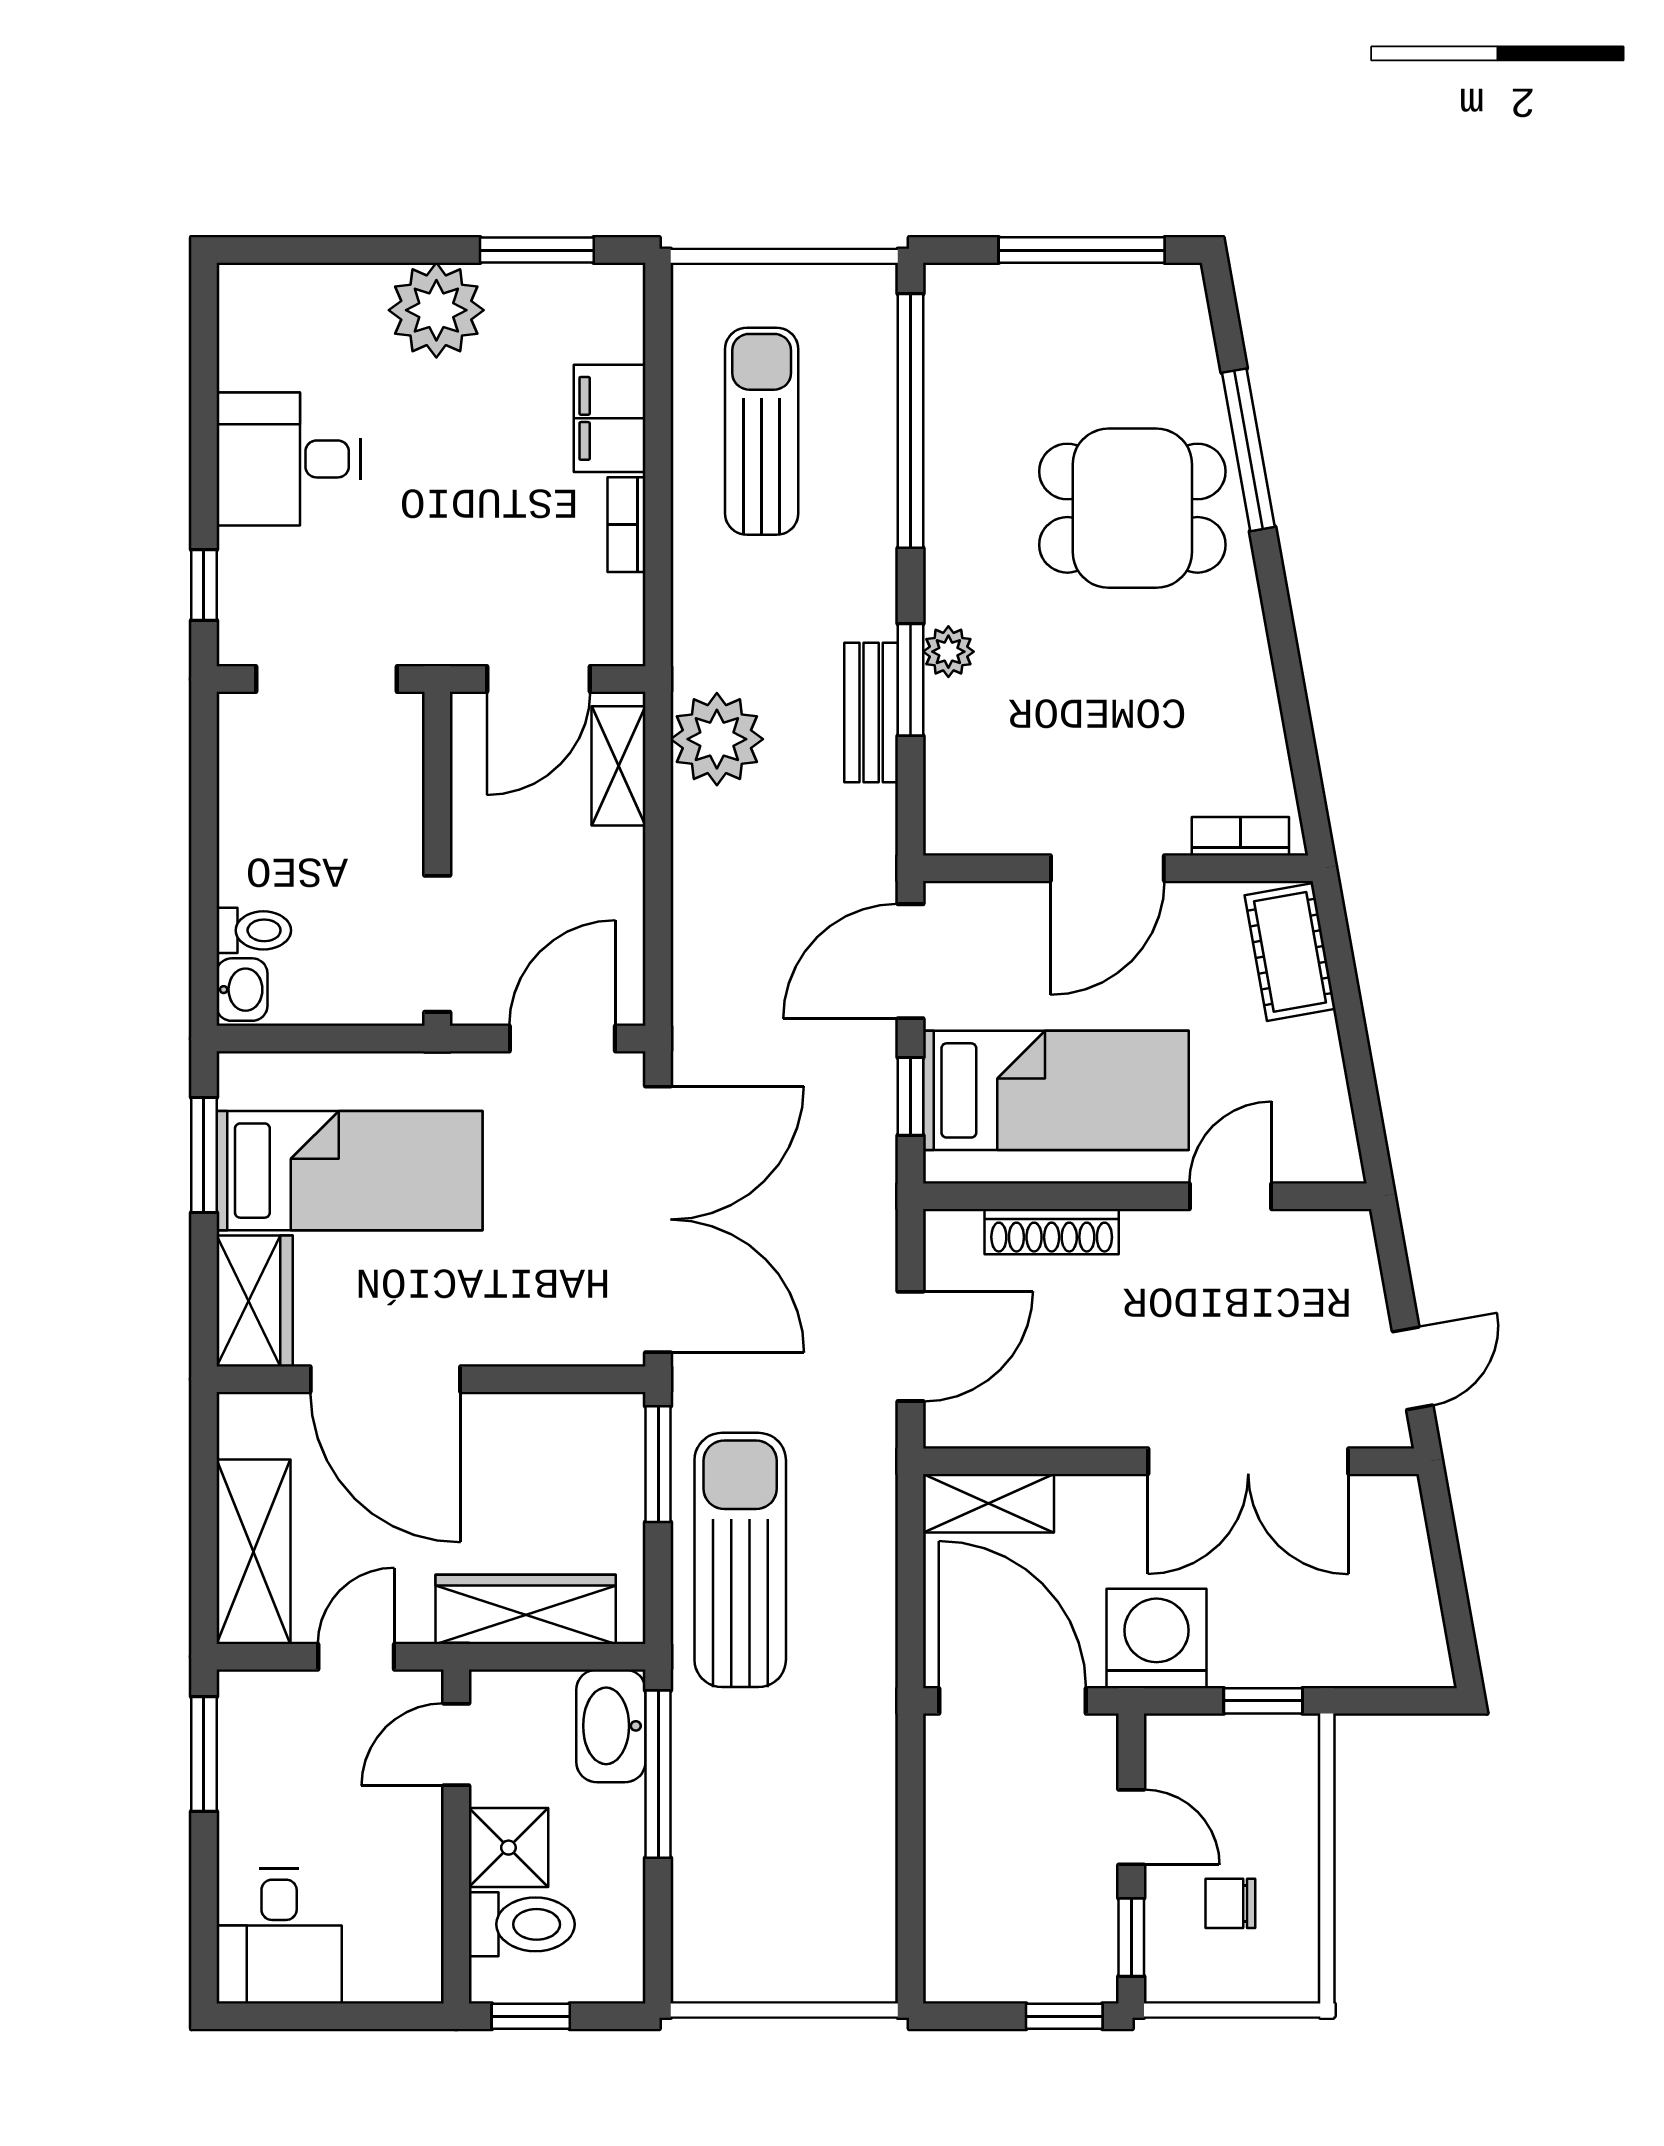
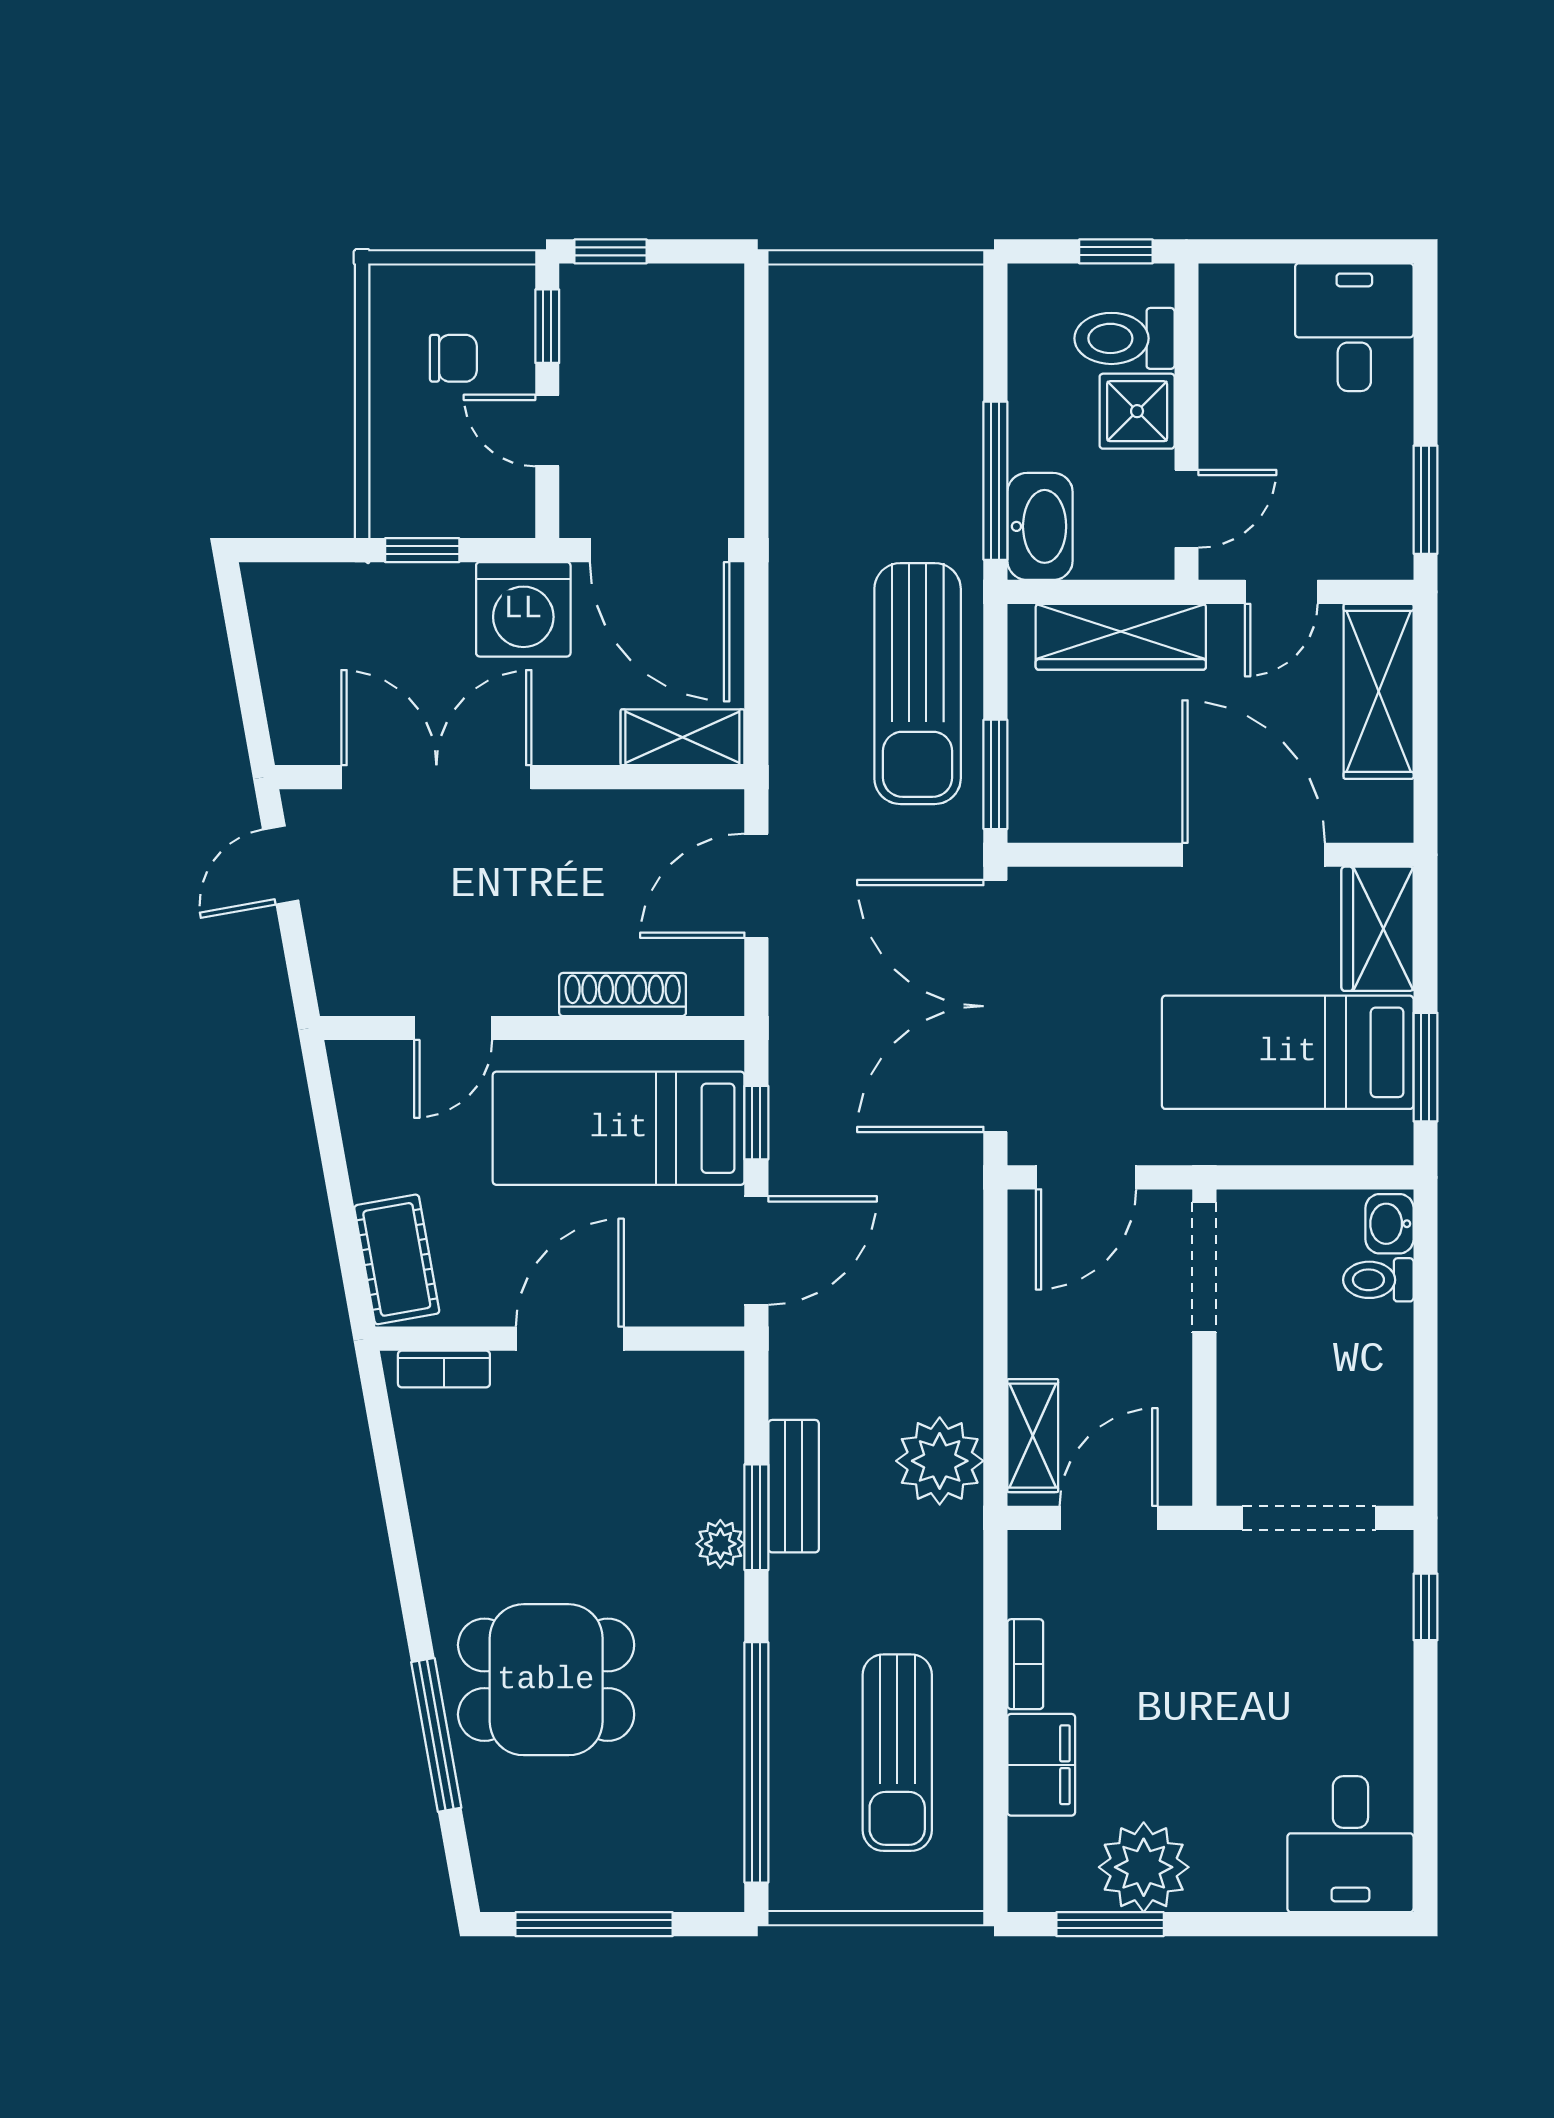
plant: (436, 310) -> (1144, 1867), moved
desk: (288, 459) -> (1350, 1844), moved, turned 90

